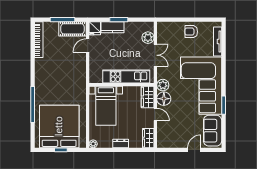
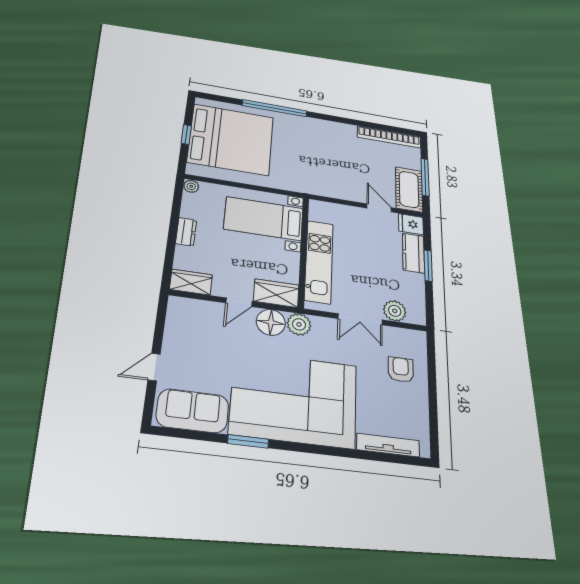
armchair: (191, 32) -> (401, 370), moved
door: (194, 150) -> (154, 367), swing flipped

